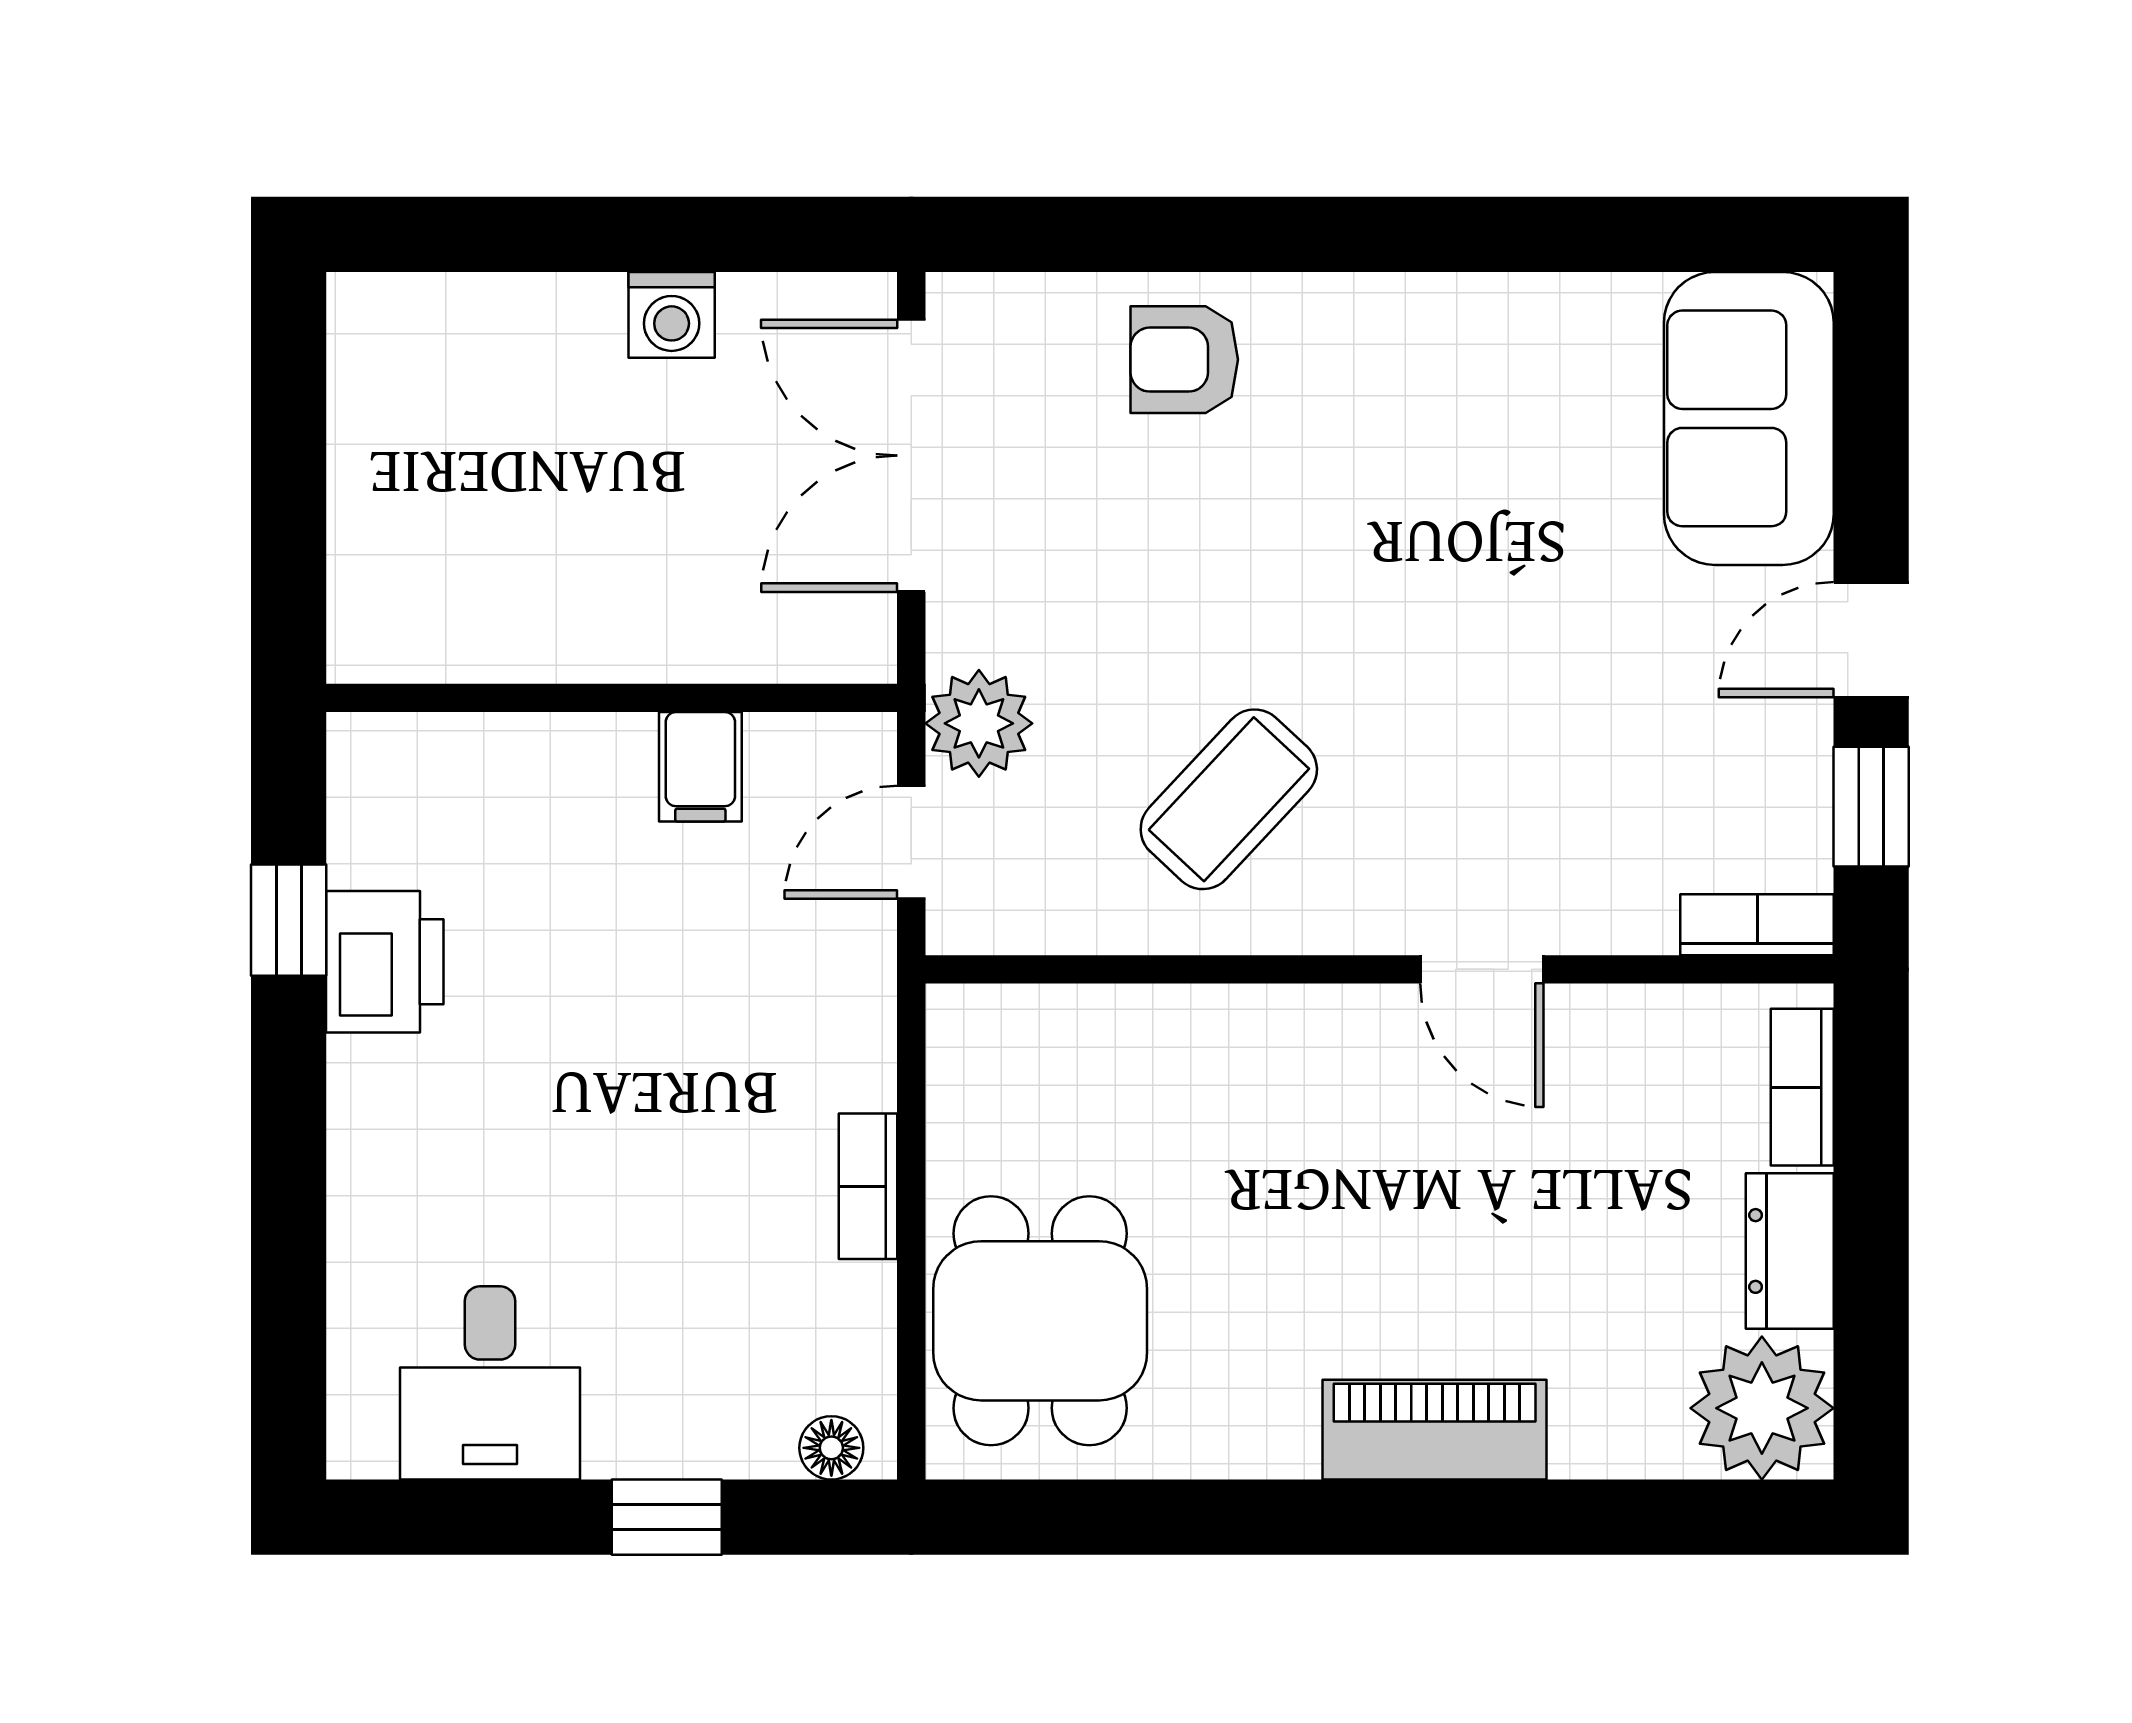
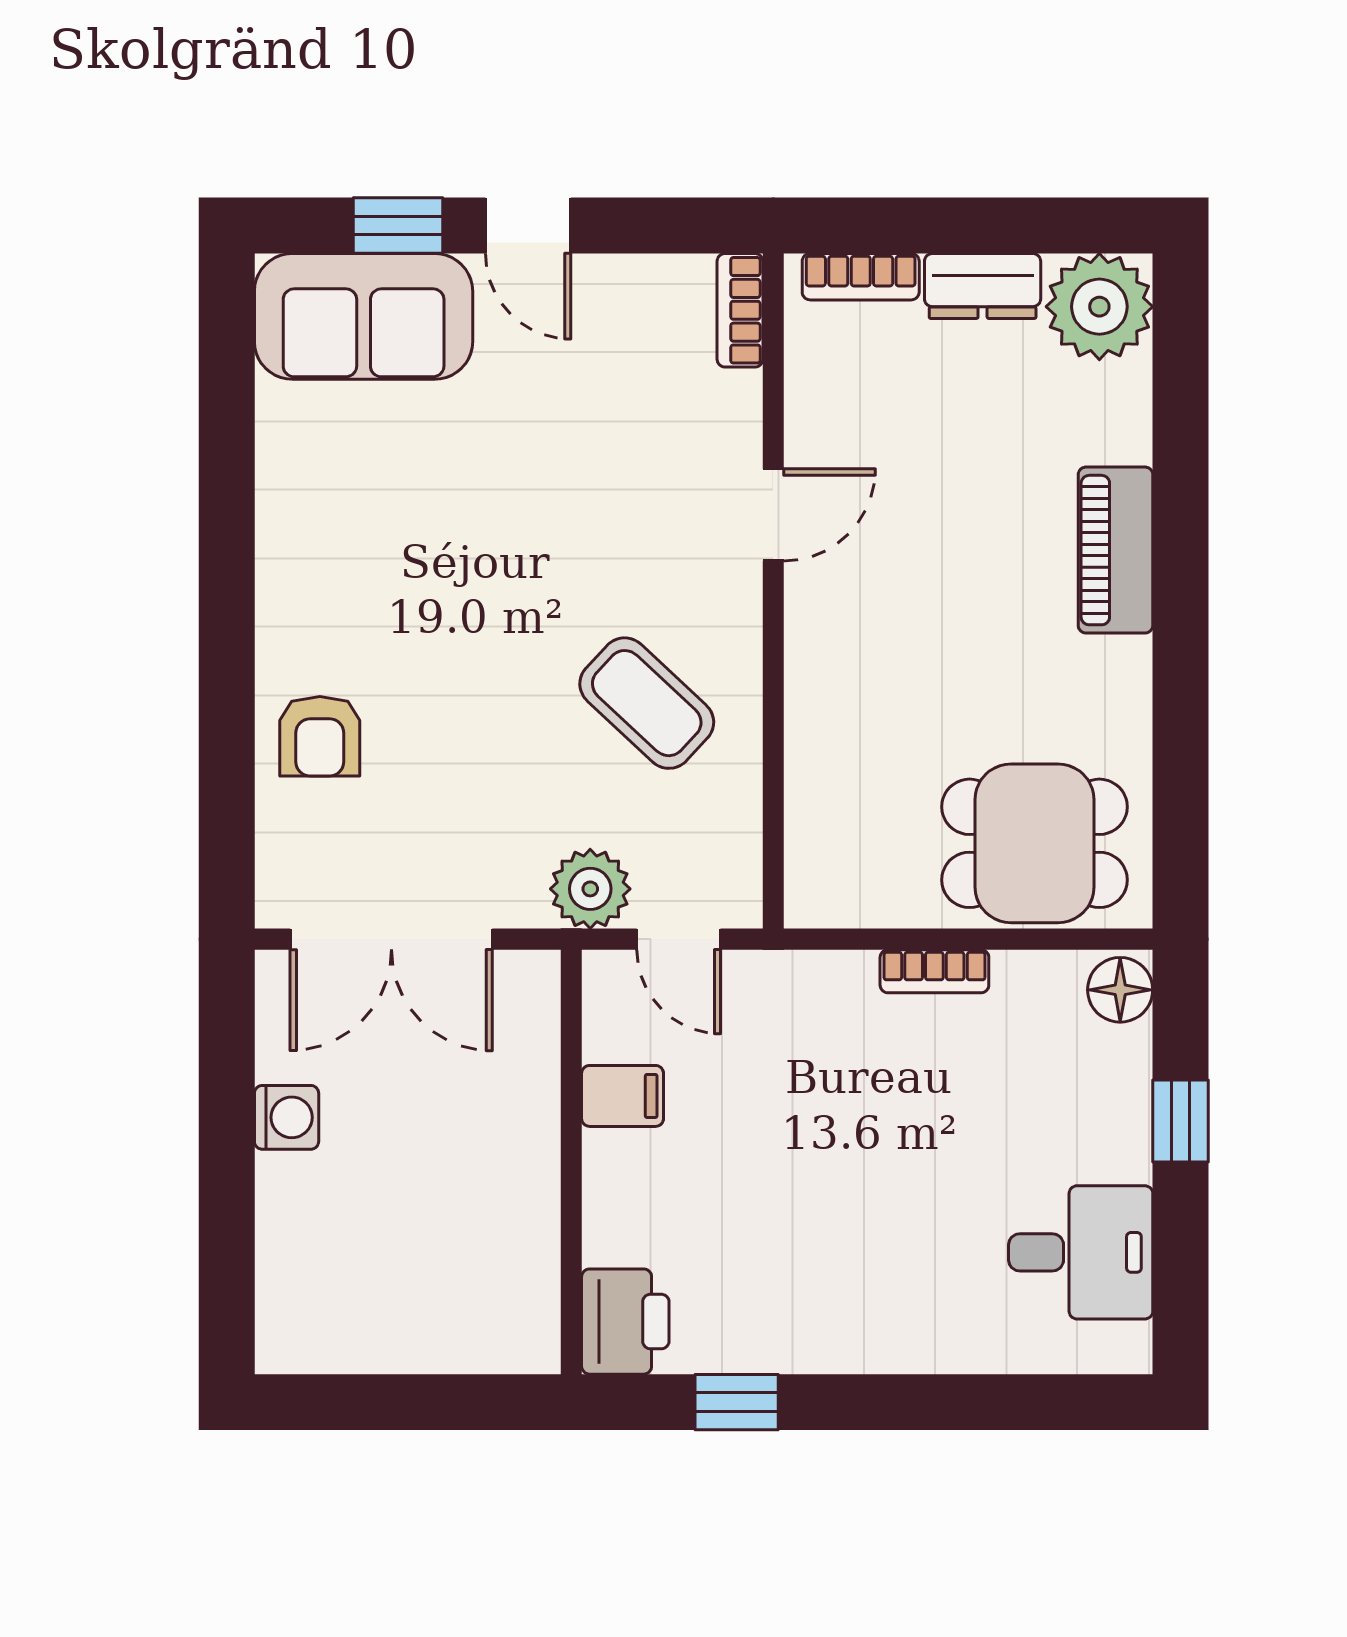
window: (1871, 807) -> (398, 226), moved
printer: (385, 962) -> (625, 1322), moved, turned 90
floor lamp: (831, 1448) -> (1120, 990), width x1.37, depth x1.37

